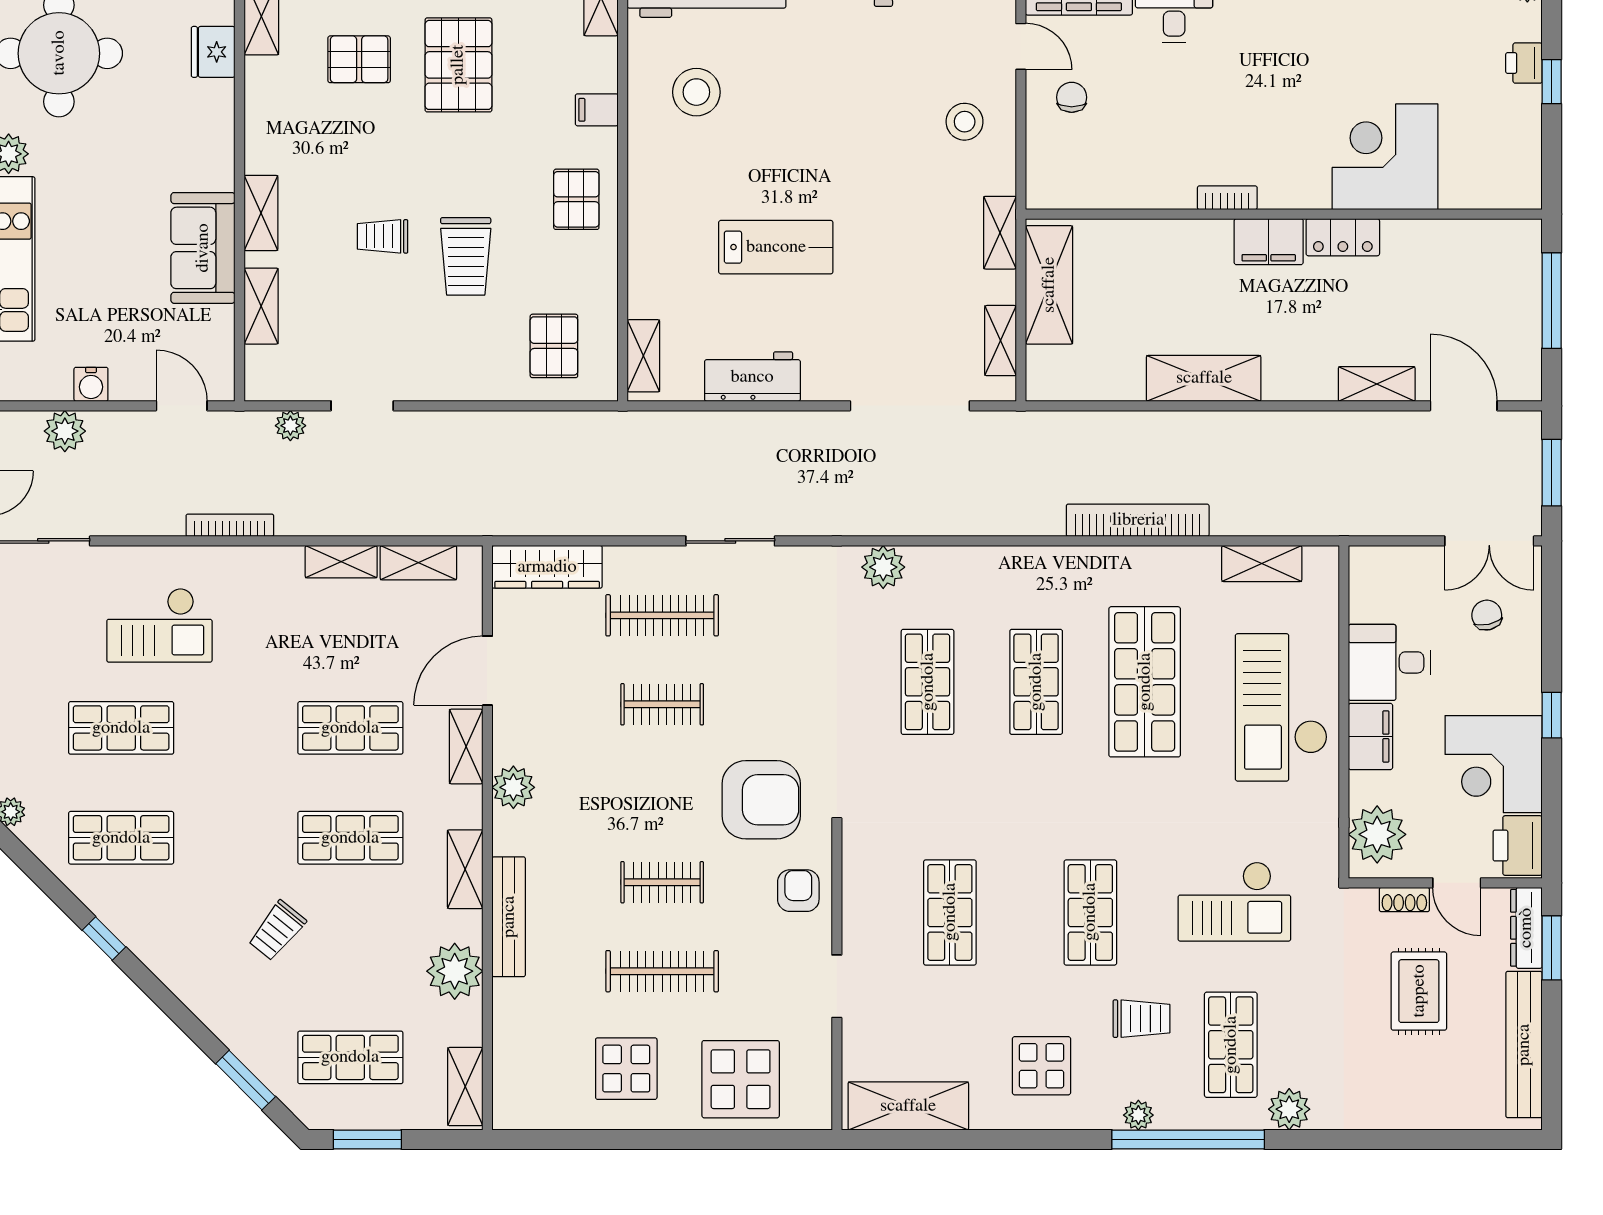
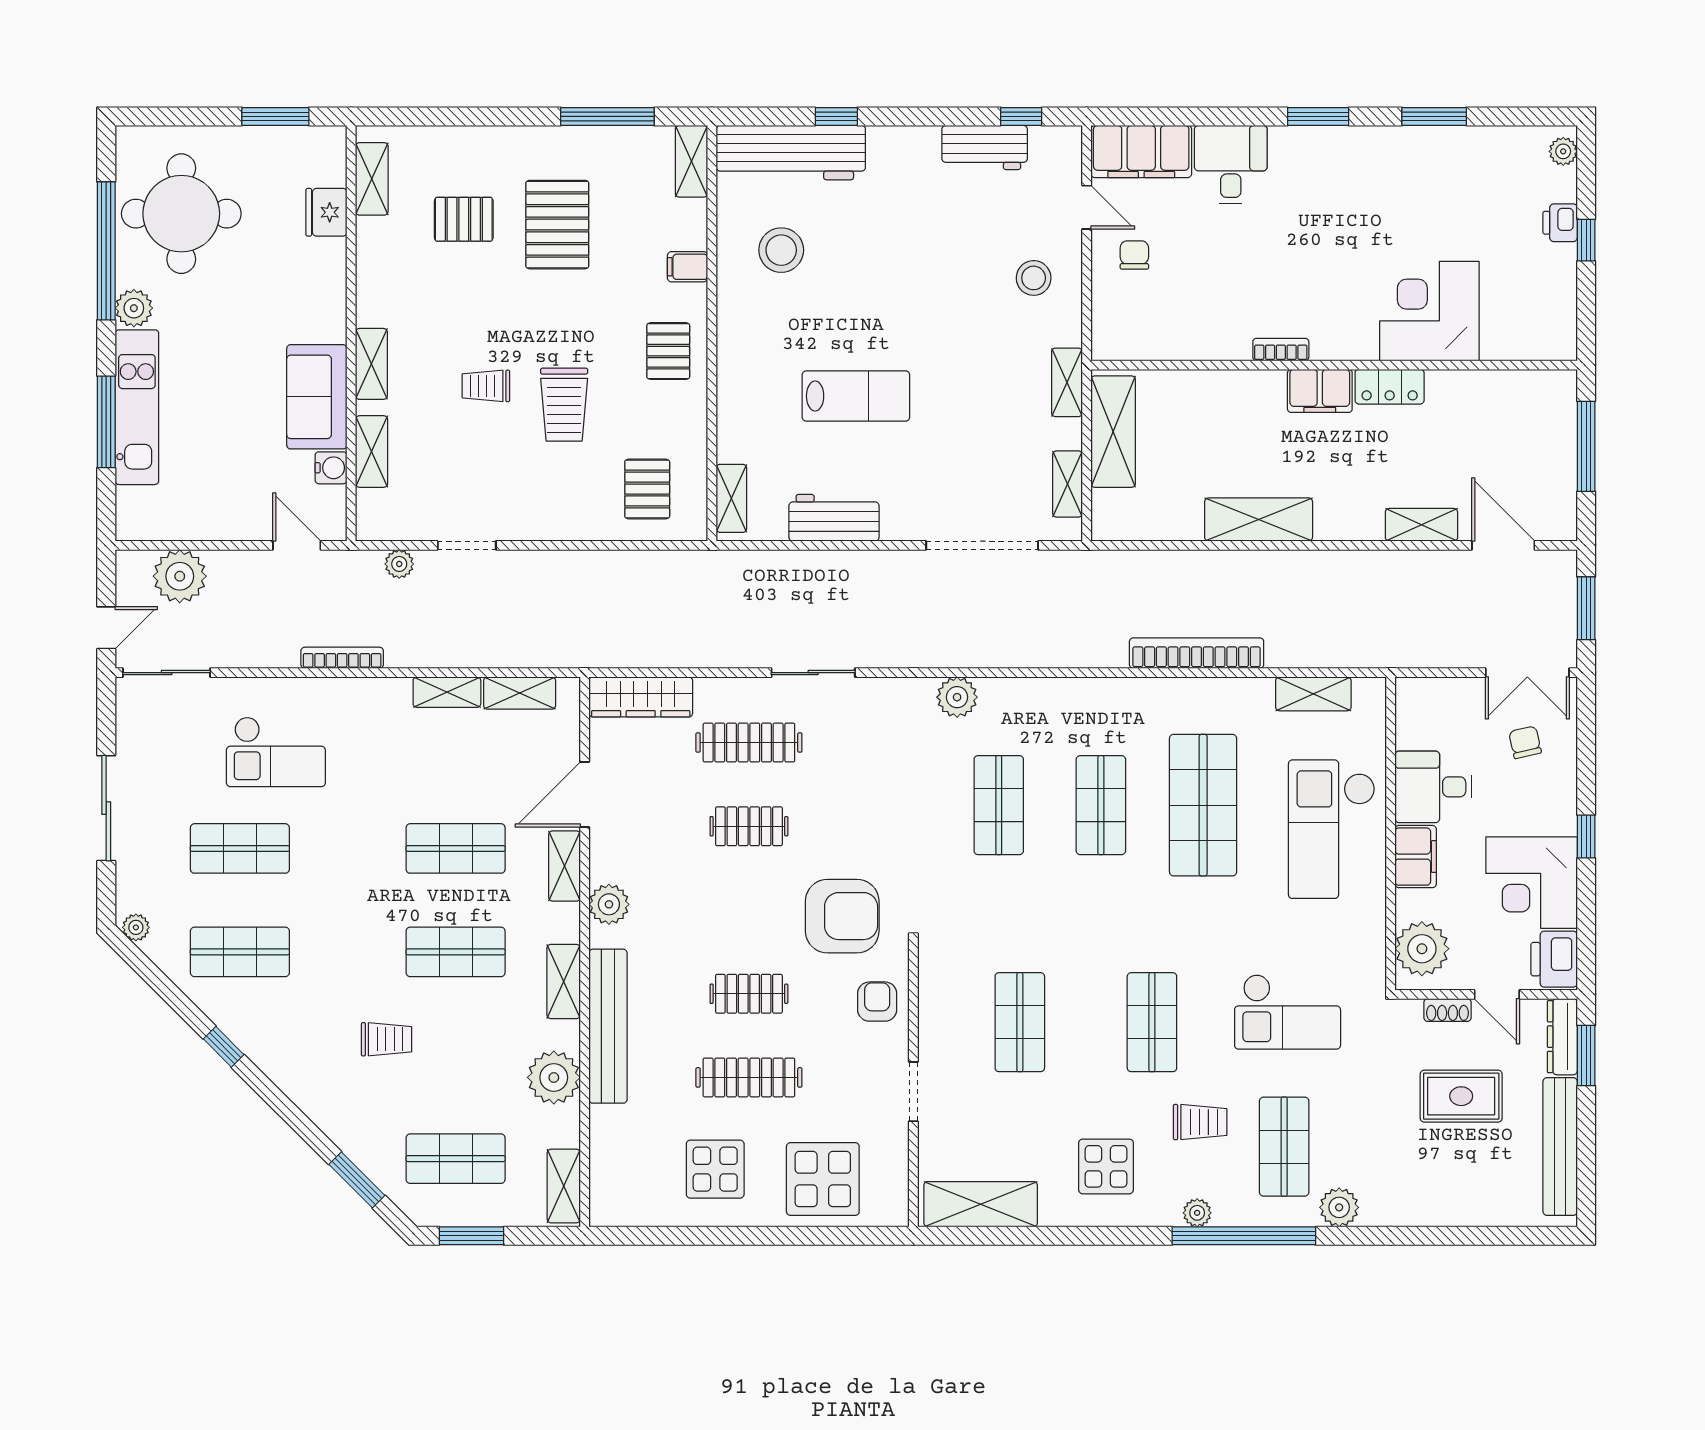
water cooler: (91, 384) -> (331, 468), moved, turned -90
plant: (65, 431) -> (180, 576), width x1.36, depth x1.36
bench: (509, 917) -> (608, 1026), width x1.37, depth x1.21
trolley: (277, 931) -> (386, 1039), turned -129
rug: (1419, 991) -> (1461, 1096), turned 90

